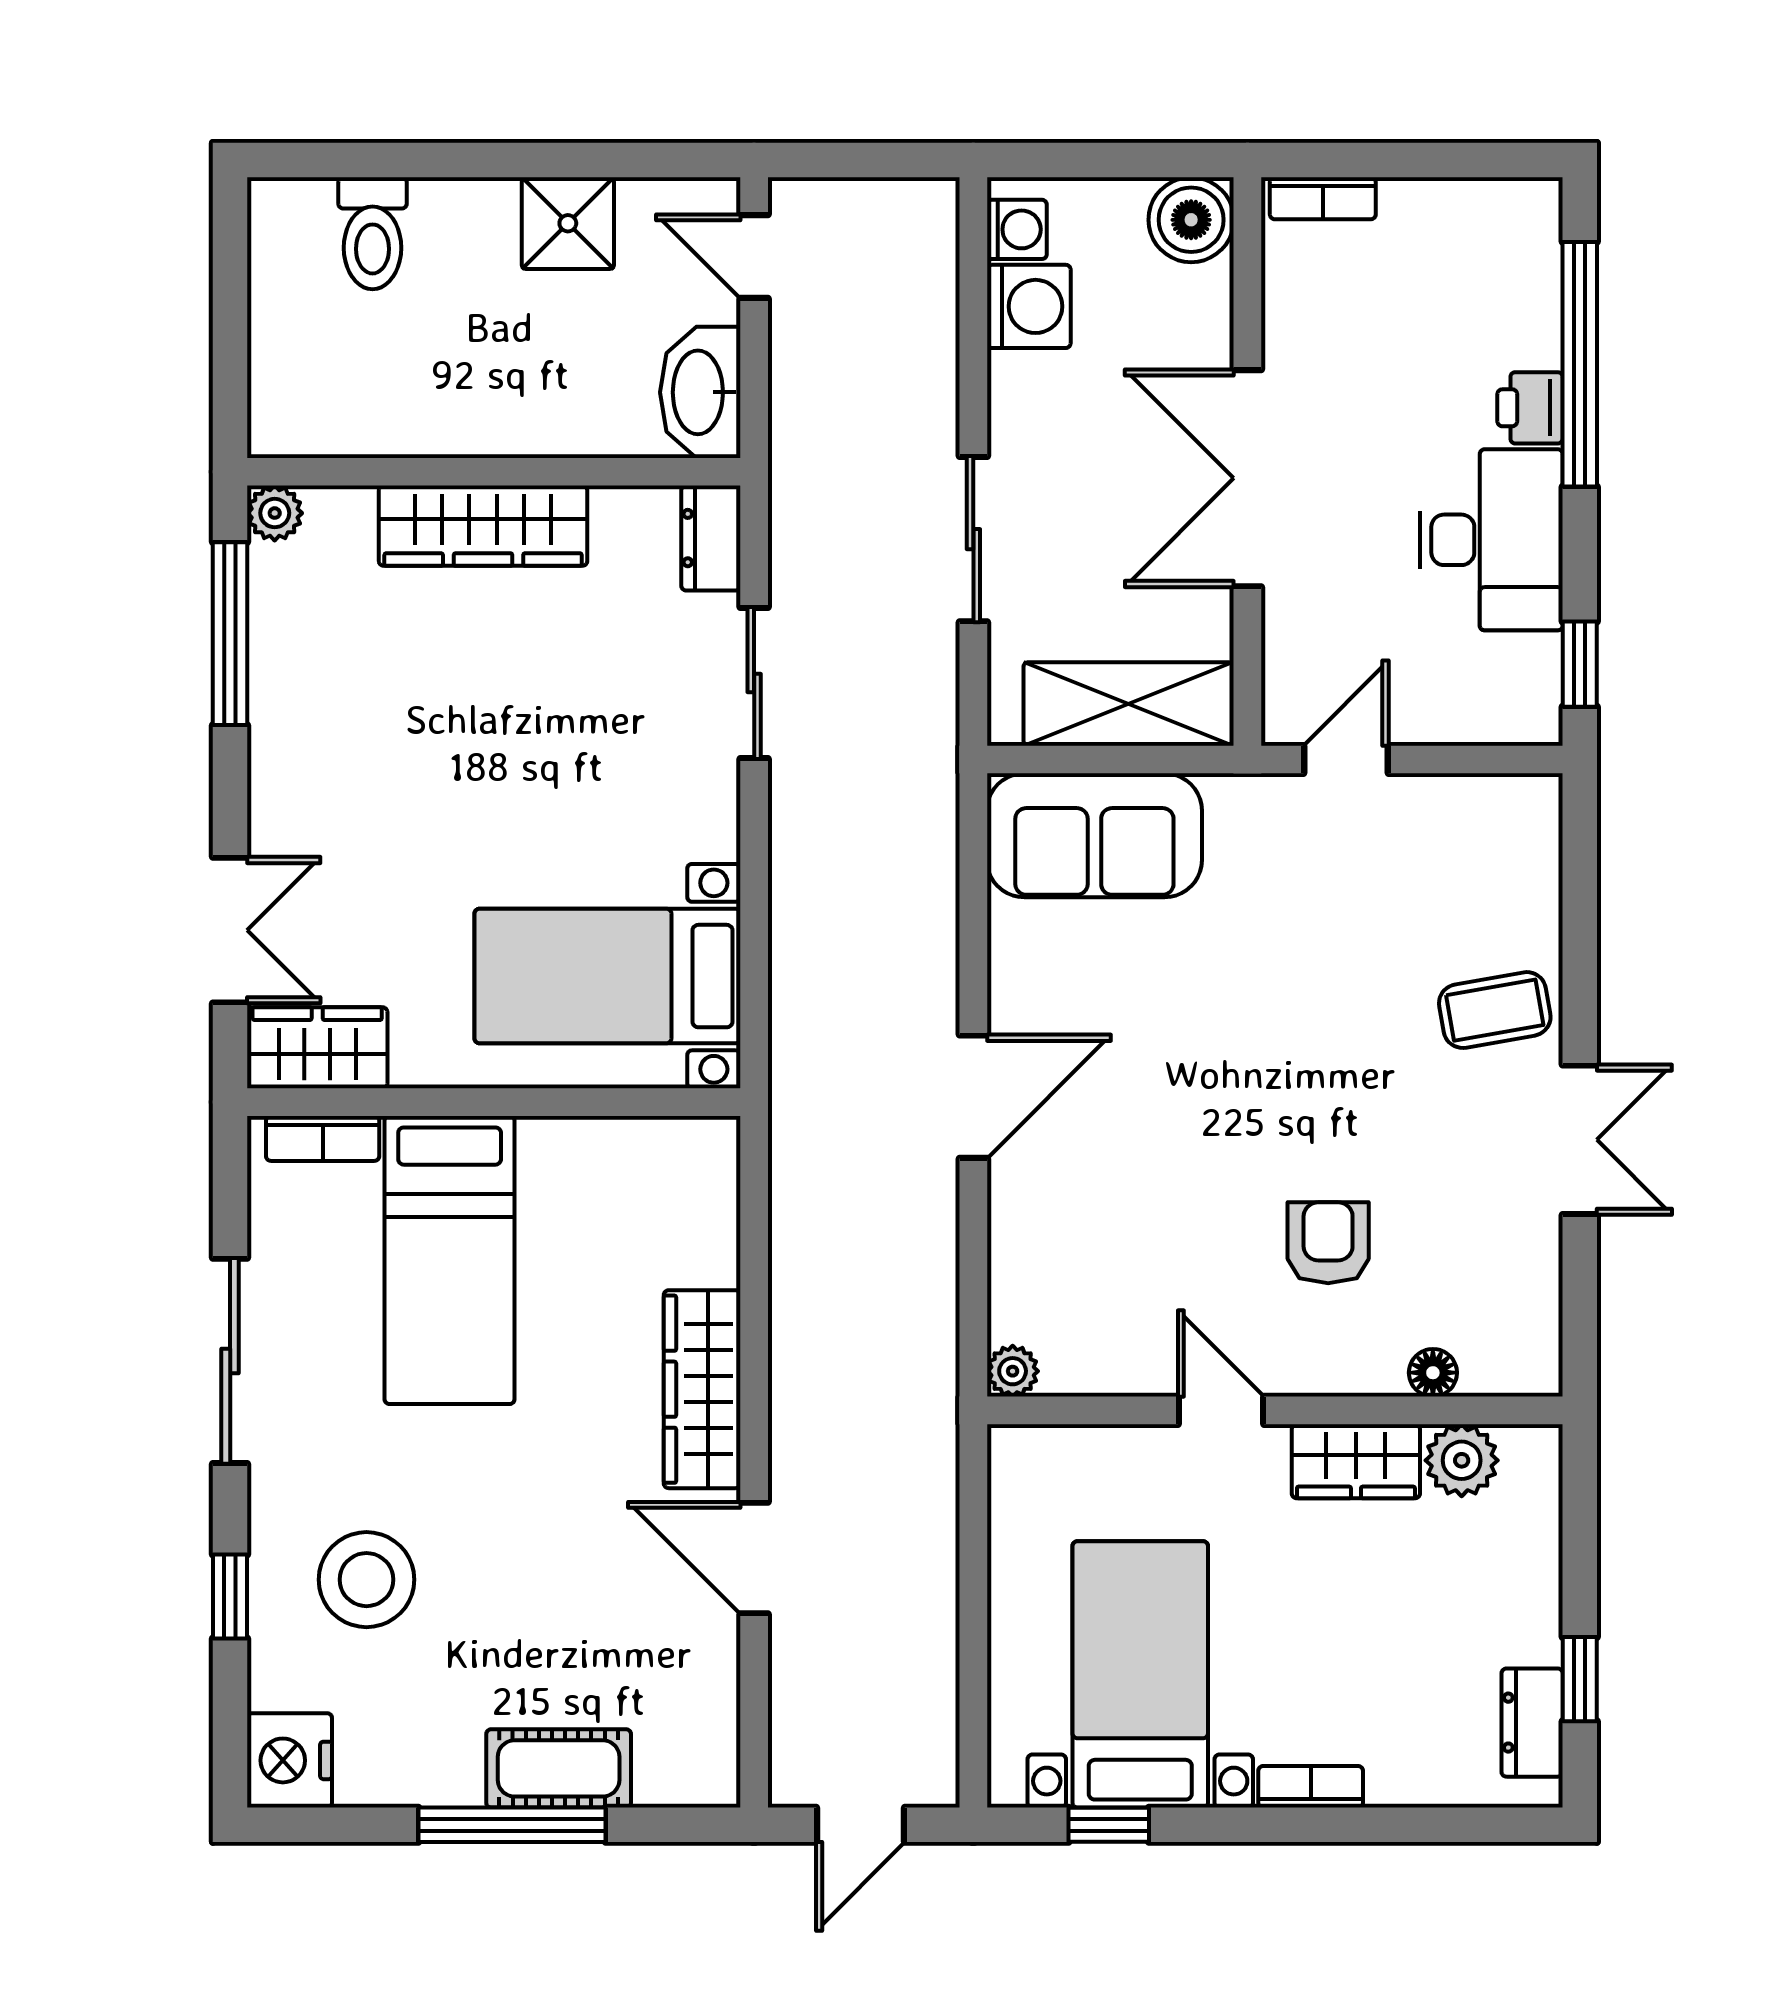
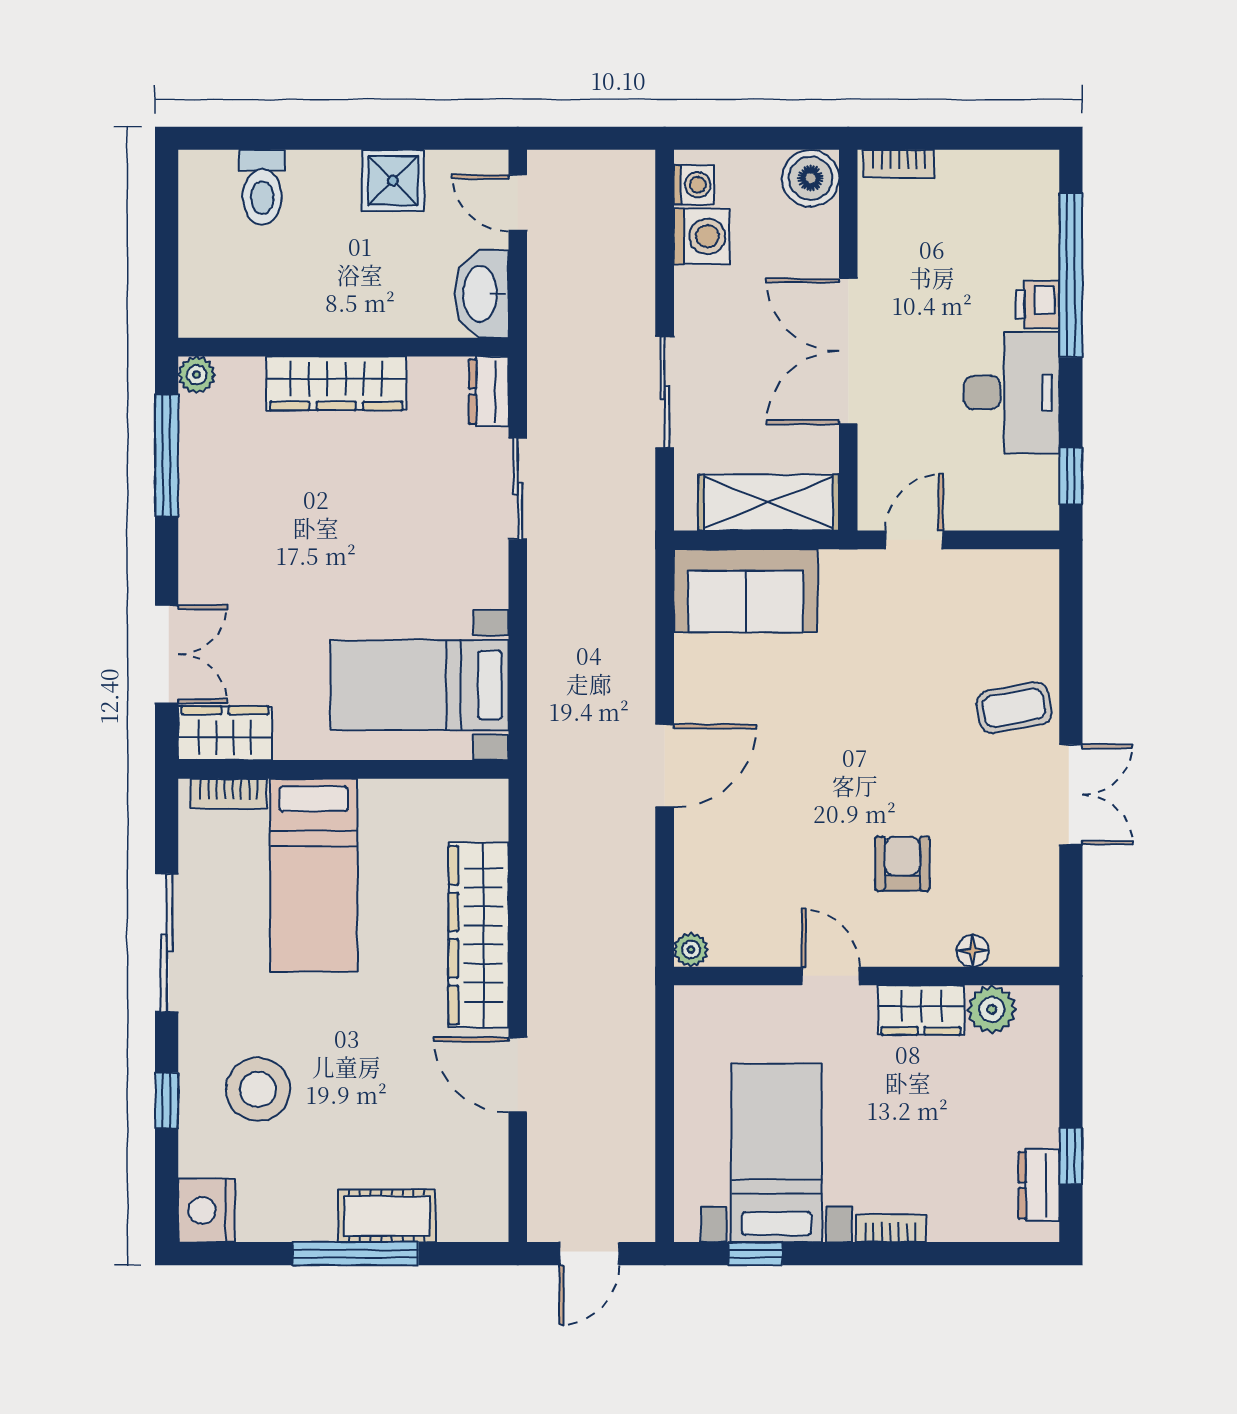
wardrobe: (702, 1389) -> (479, 935), width x1.40, depth x1.17

